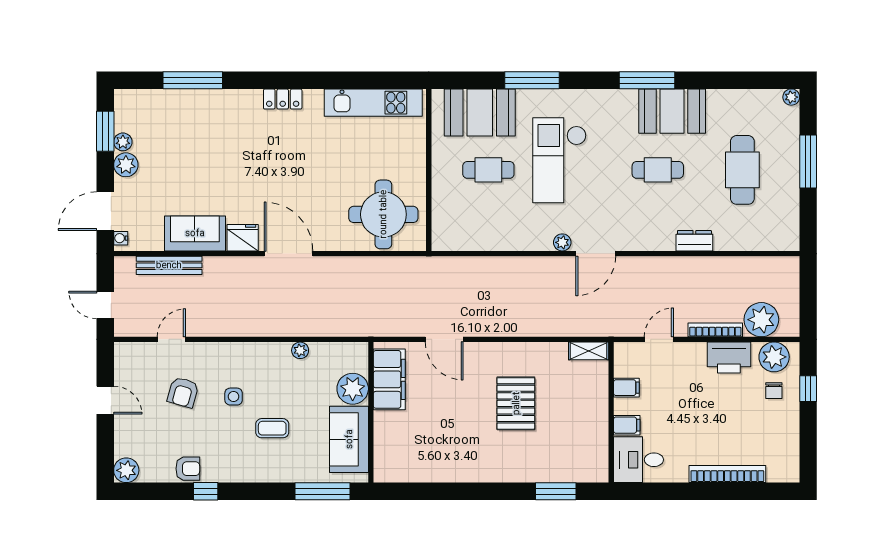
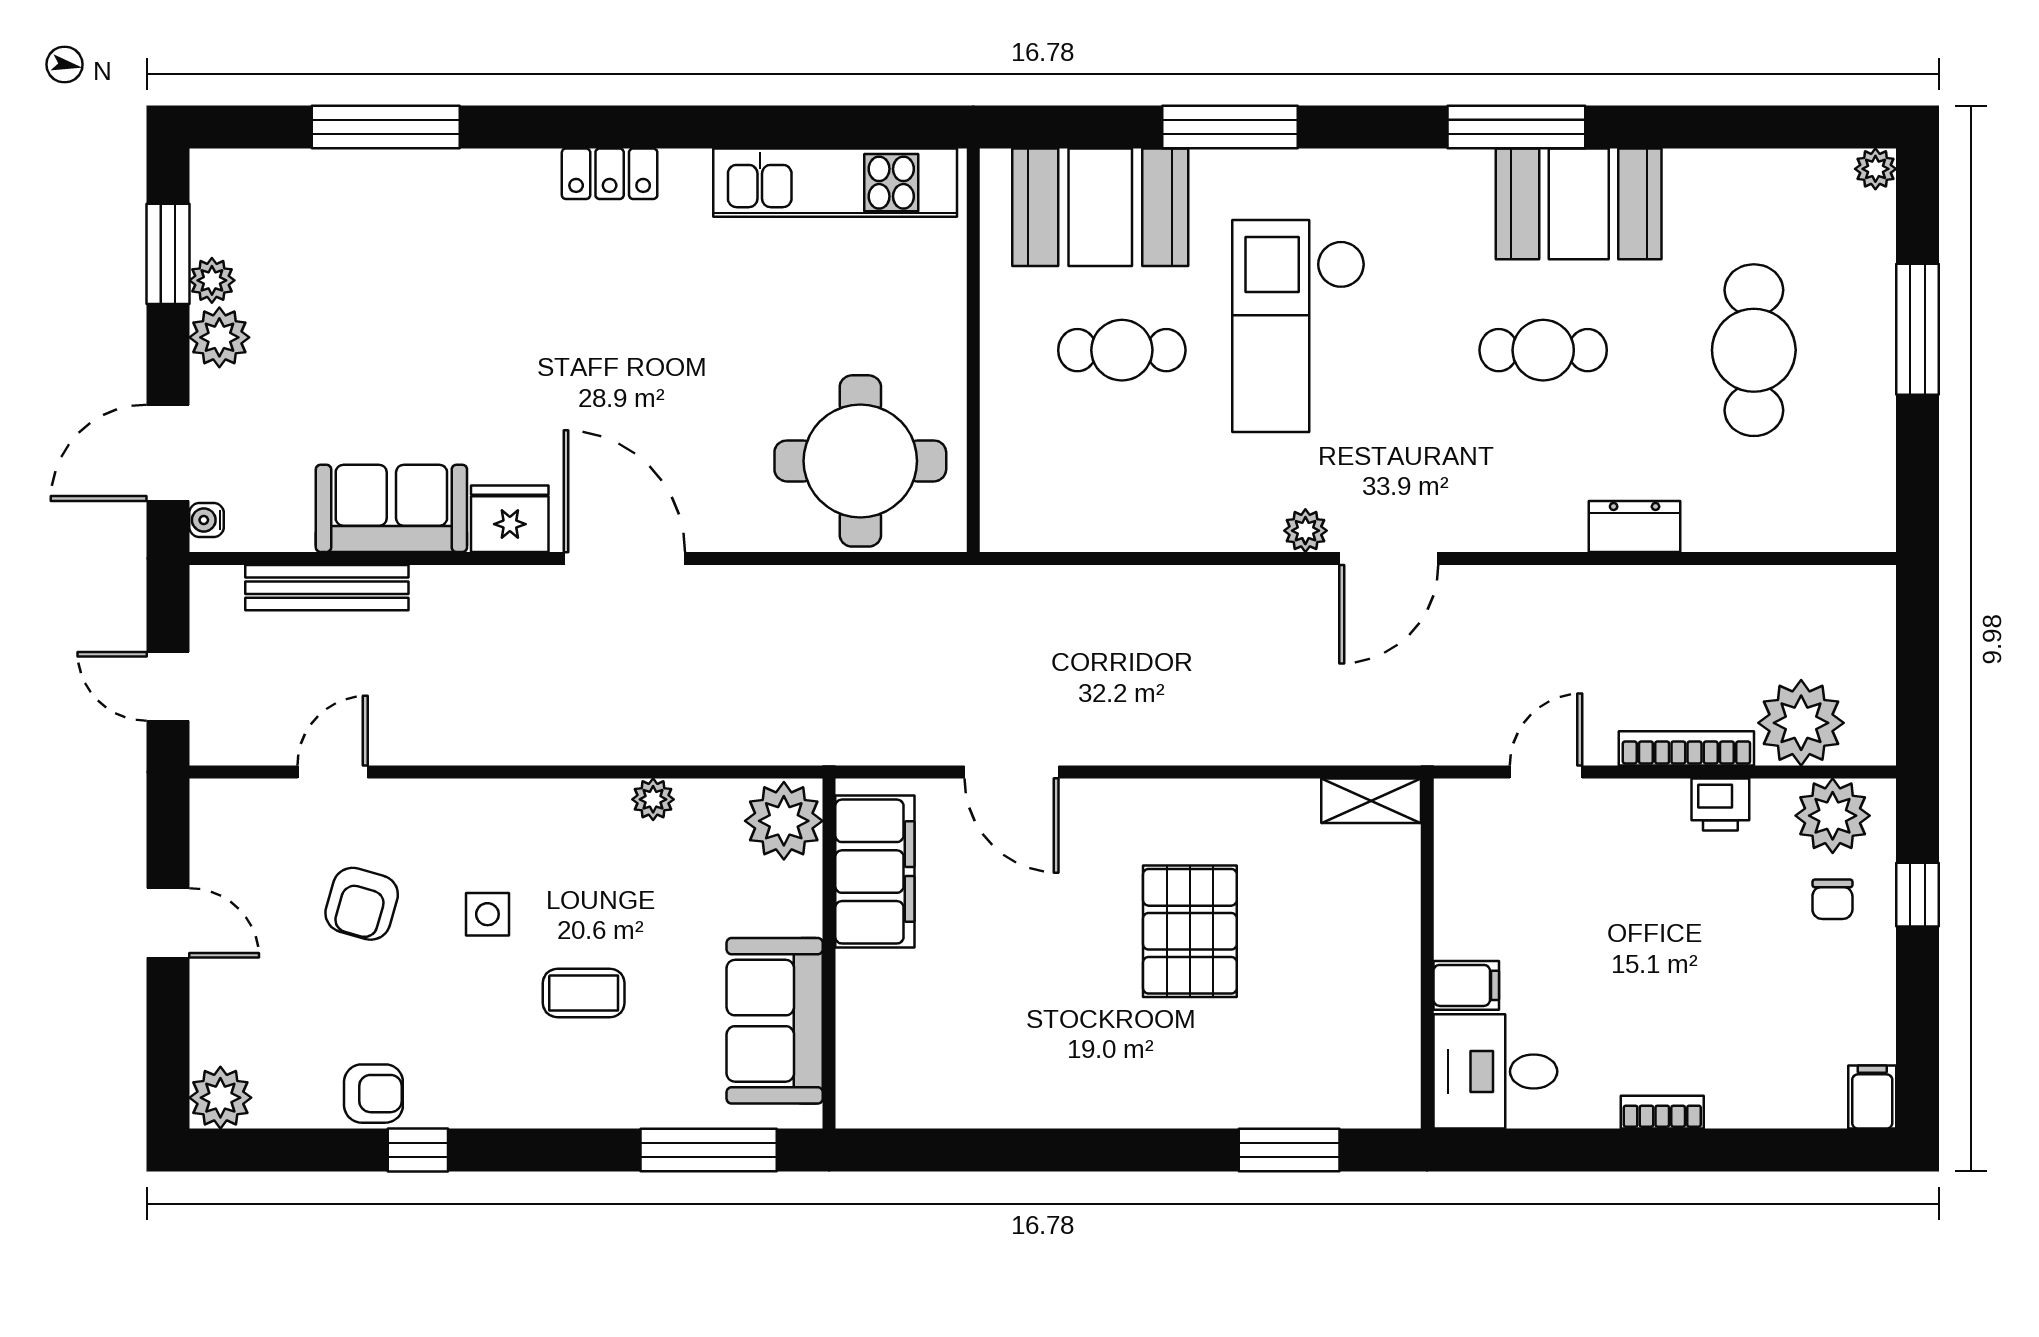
printer: (729, 358) -> (1720, 805), width x0.53, depth x0.68
filing cabinet: (626, 388) -> (1872, 1097), moved, turned -90
plant: (353, 389) -> (784, 821), moved
bookcase: (727, 474) -> (1662, 1112), width x0.43, depth x0.76

